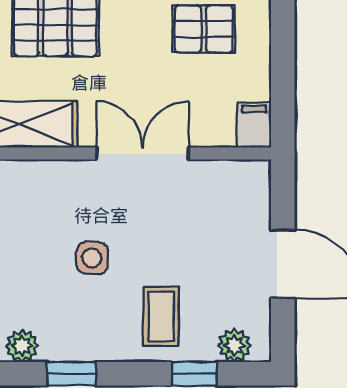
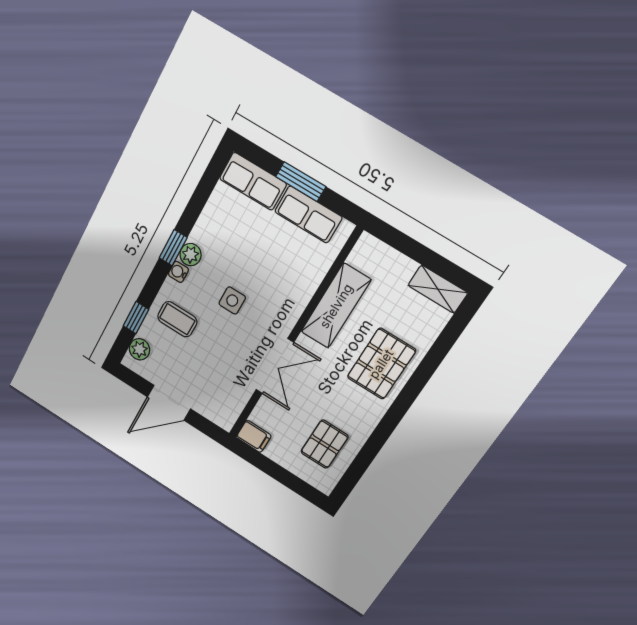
plant: (22, 346) -> (191, 255), moved
water cooler: (98, 349) -> (178, 272), added

